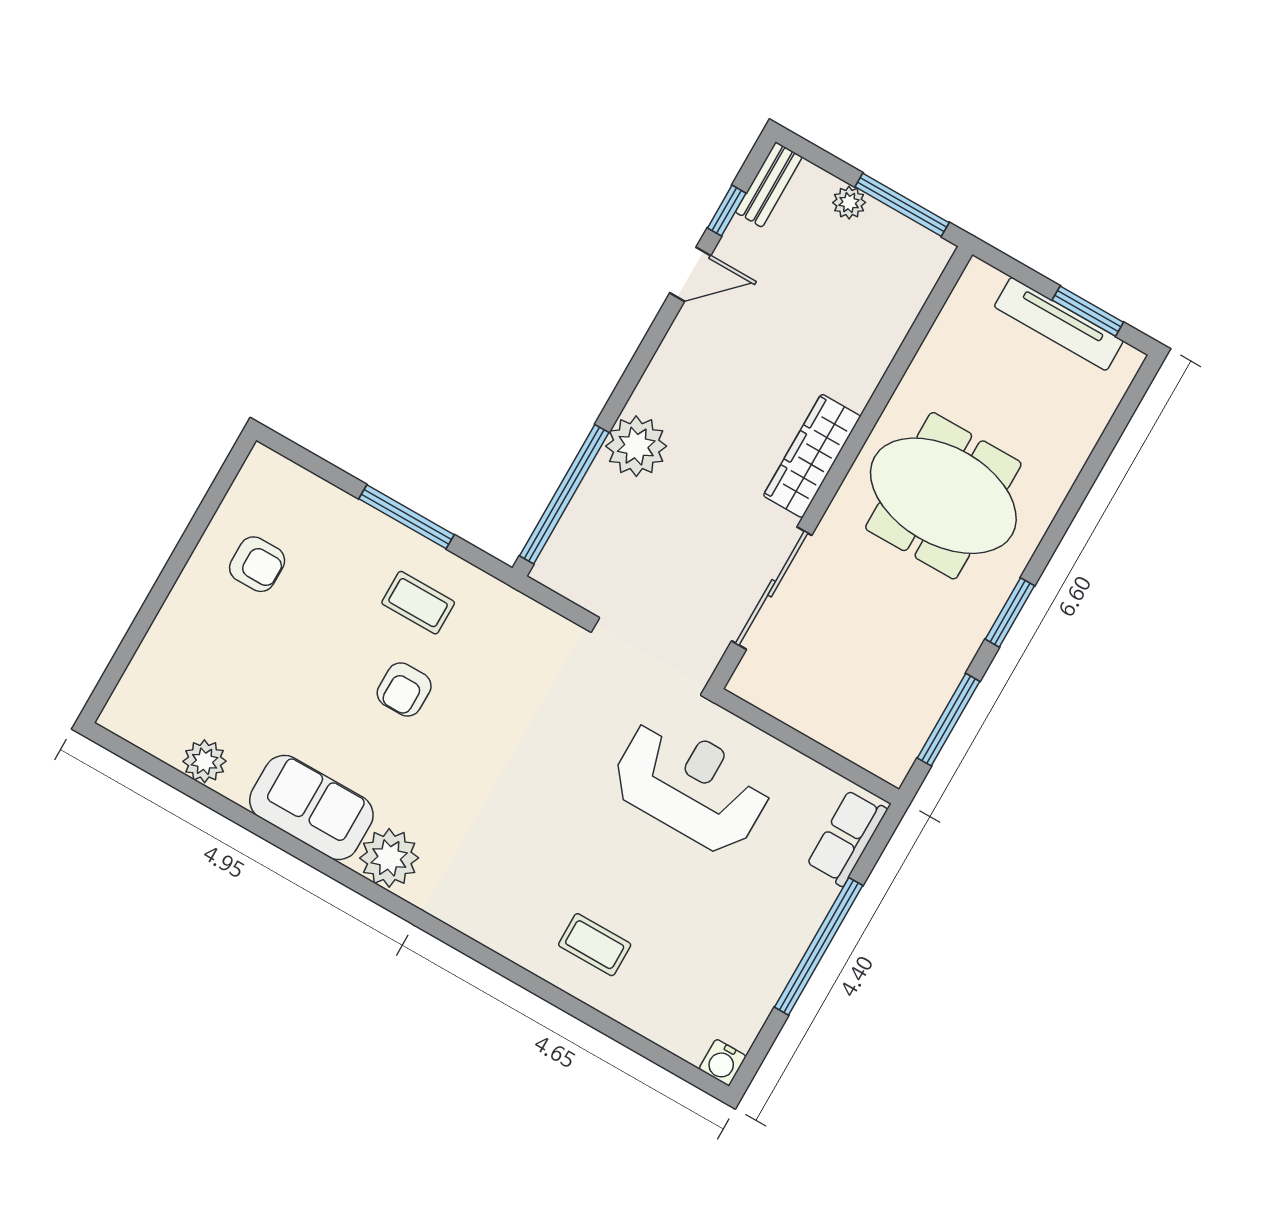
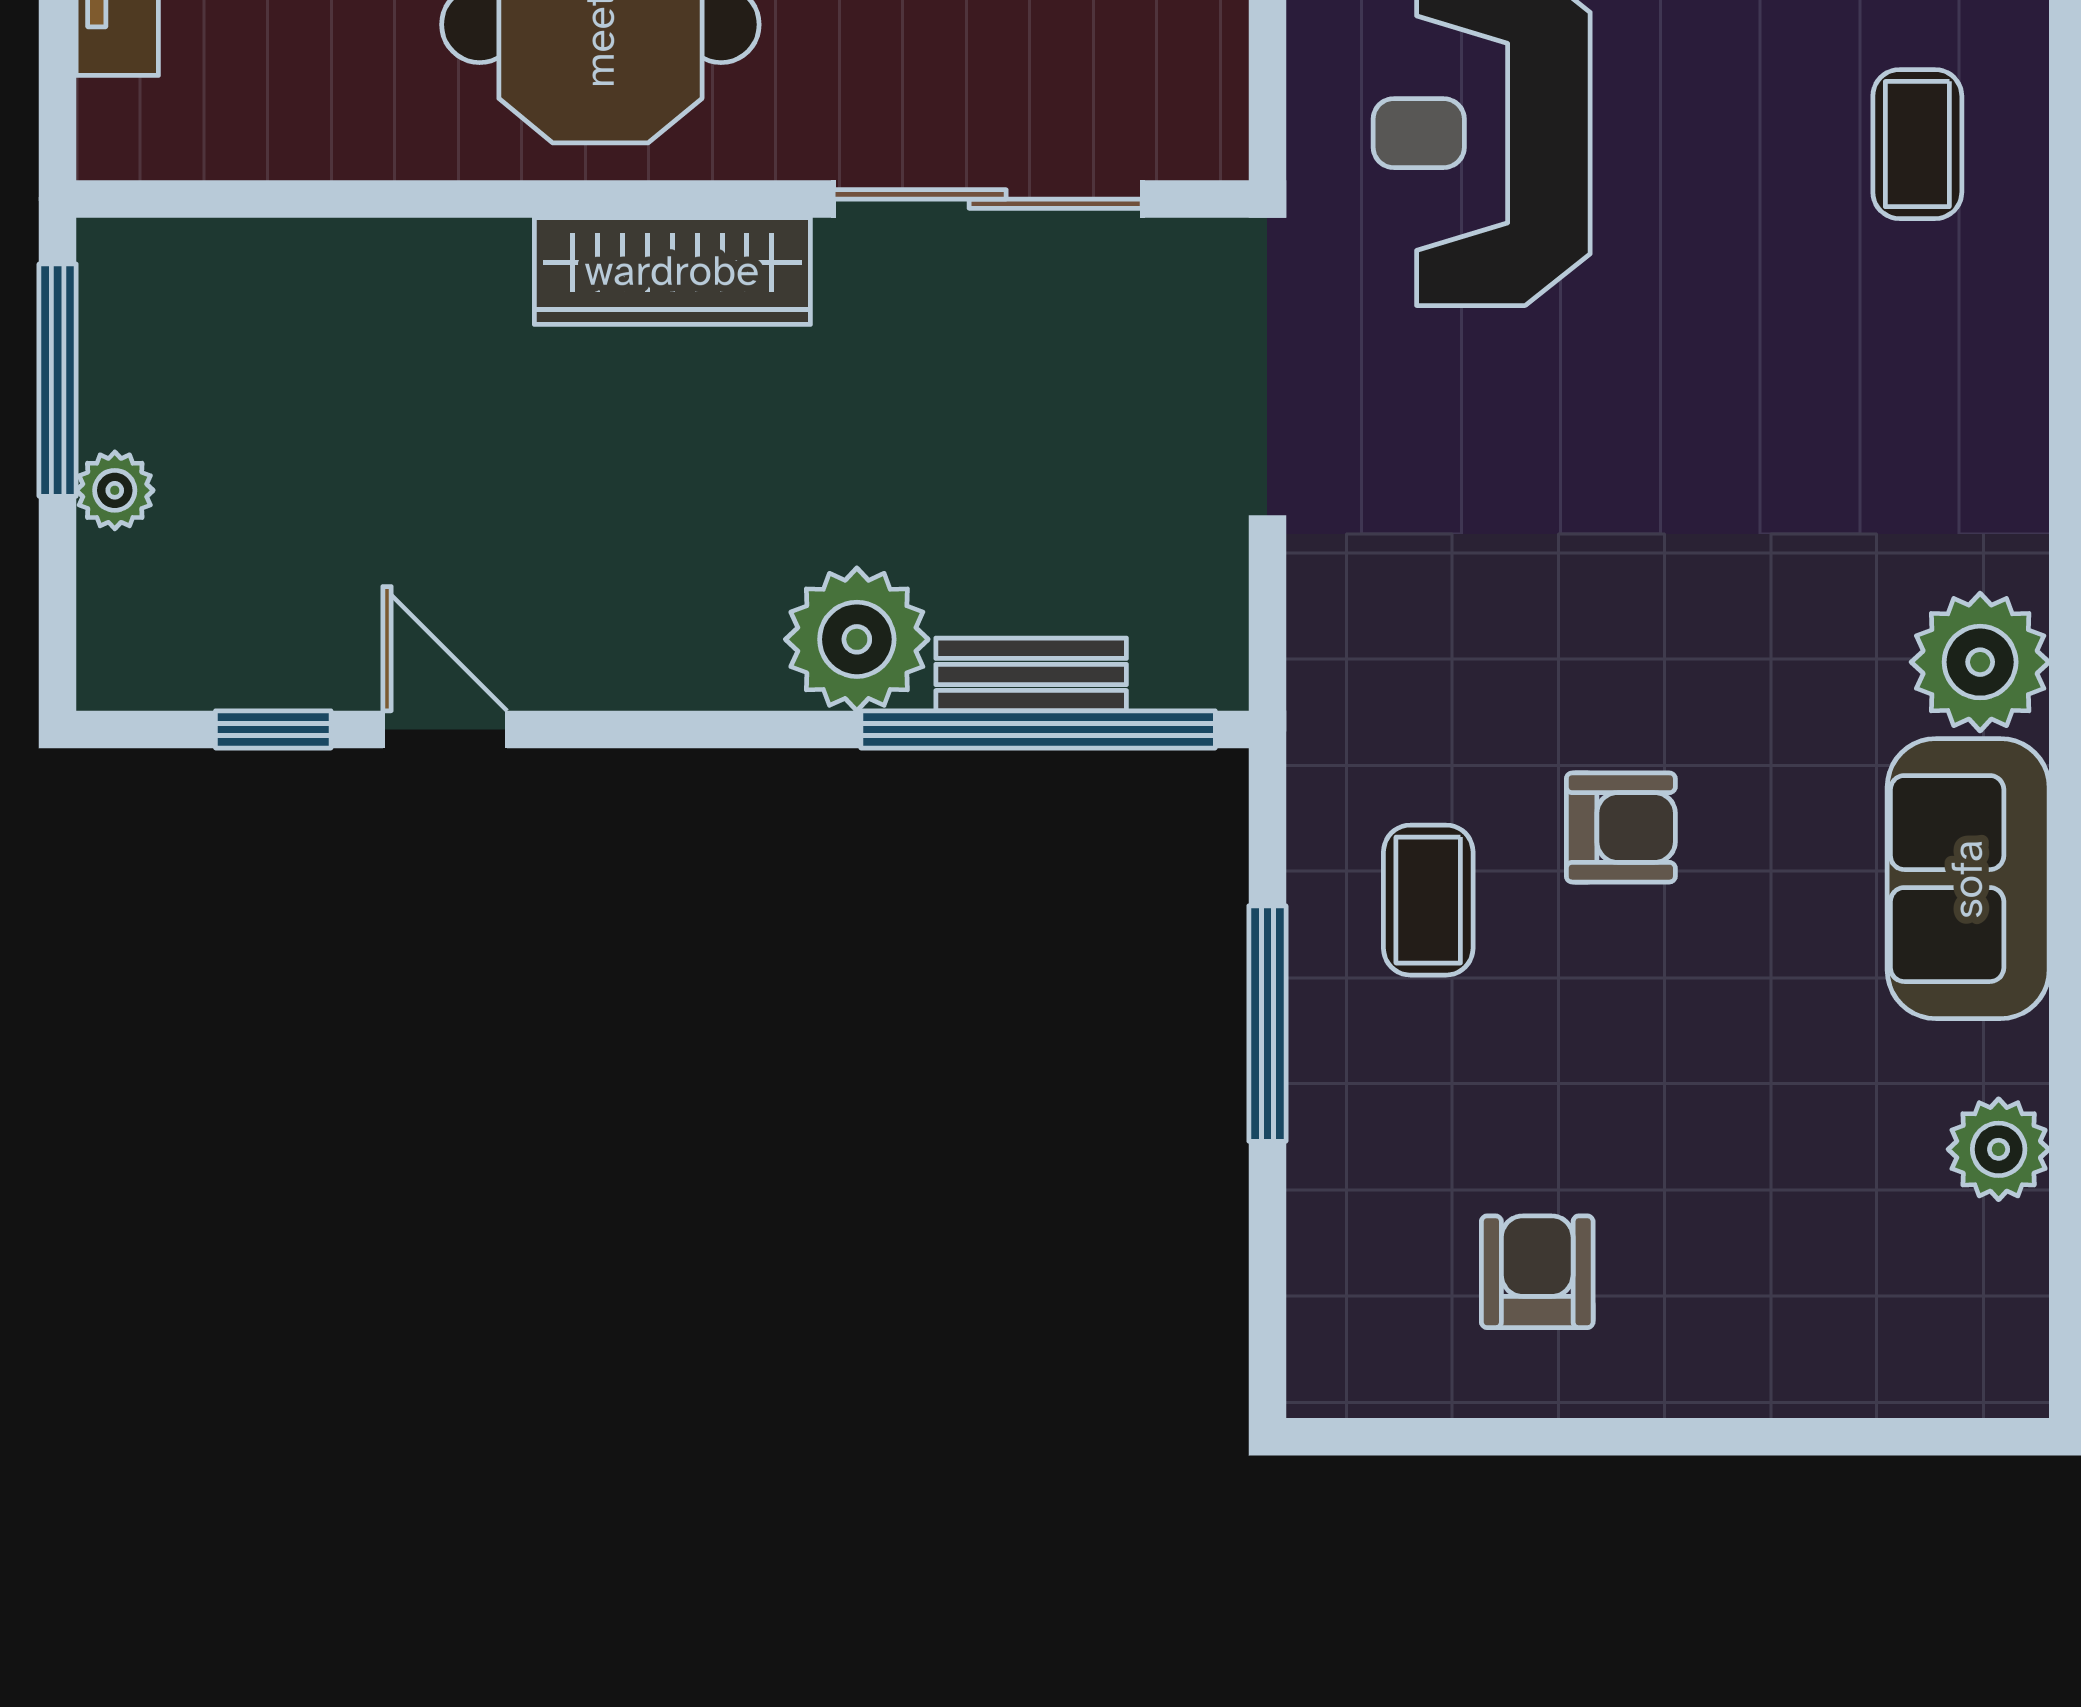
bench: (769, 184) -> (1031, 674), moved

